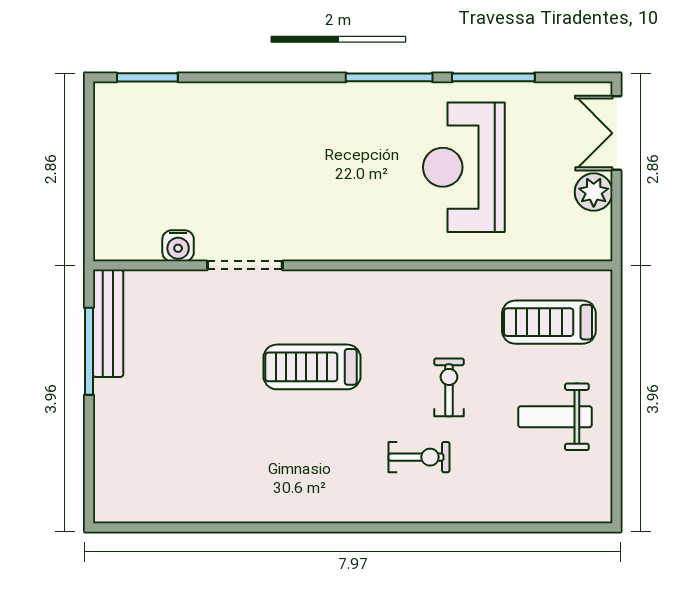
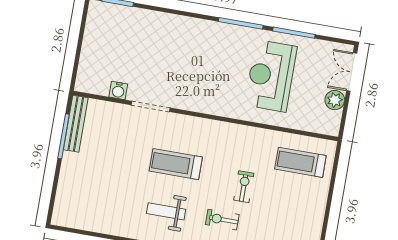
weight bench: (555, 417) -> (166, 211), moved
exercise bike: (419, 457) -> (222, 220), turned 180

